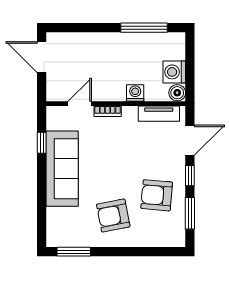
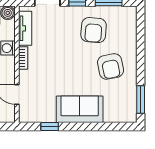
bookcase: (108, 111) -> (23, 58), moved
sofa: (62, 169) -> (80, 109), width x0.73

